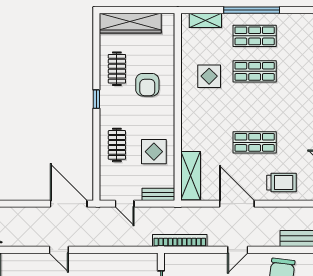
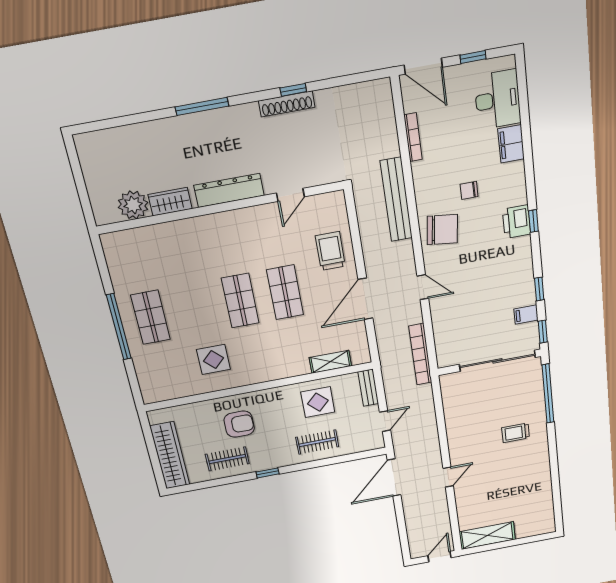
shelving: (205, 20) -> (146, 376), removed
shop shelf: (255, 71) -> (240, 301), moved
shelving: (191, 176) -> (330, 362), width x0.67, depth x0.75

